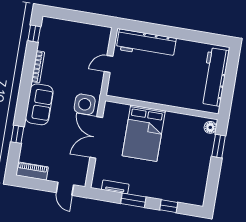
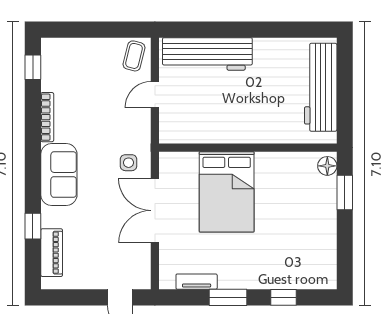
coffee table: (99, 37) -> (134, 56), added
side table: (85, 104) -> (129, 163), width x0.54, depth x0.54
piano: (32, 171) -> (52, 253), moved, turned 90

